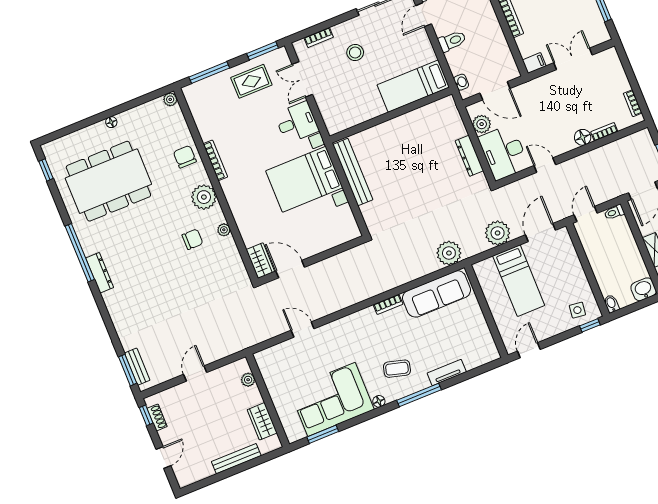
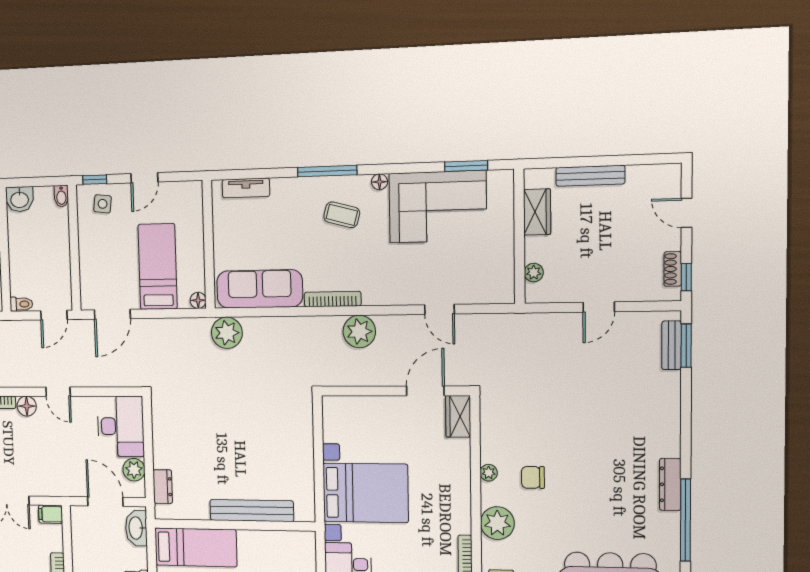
washbasin: (461, 82) -> (136, 528), width x1.91, depth x1.45
dresser: (469, 156) -> (163, 487), moved, width x0.70
door: (545, 165) -> (58, 392), moved
bench: (353, 172) -> (252, 511), moved, turned 90
plant: (498, 233) -> (359, 331), moved
floor lamp: (479, 268) -> (198, 300), added
door: (290, 269) -> (425, 391), swing flipped
bookcase: (388, 304) -> (333, 299), width x1.56
door: (529, 350) -> (144, 178), moved
tv unit: (447, 372) -> (246, 188), moved
door: (163, 458) -> (687, 213), hinge flipped

